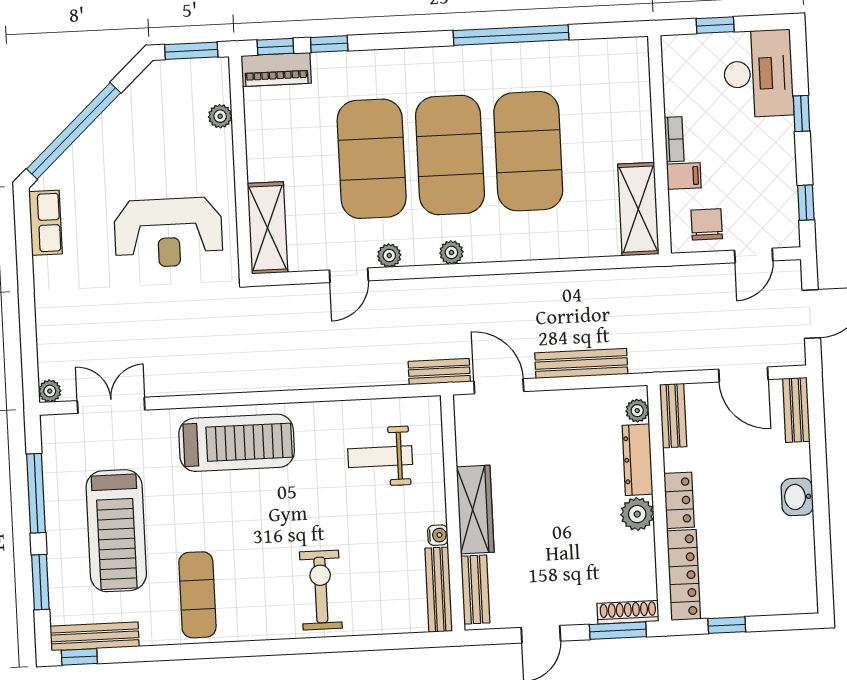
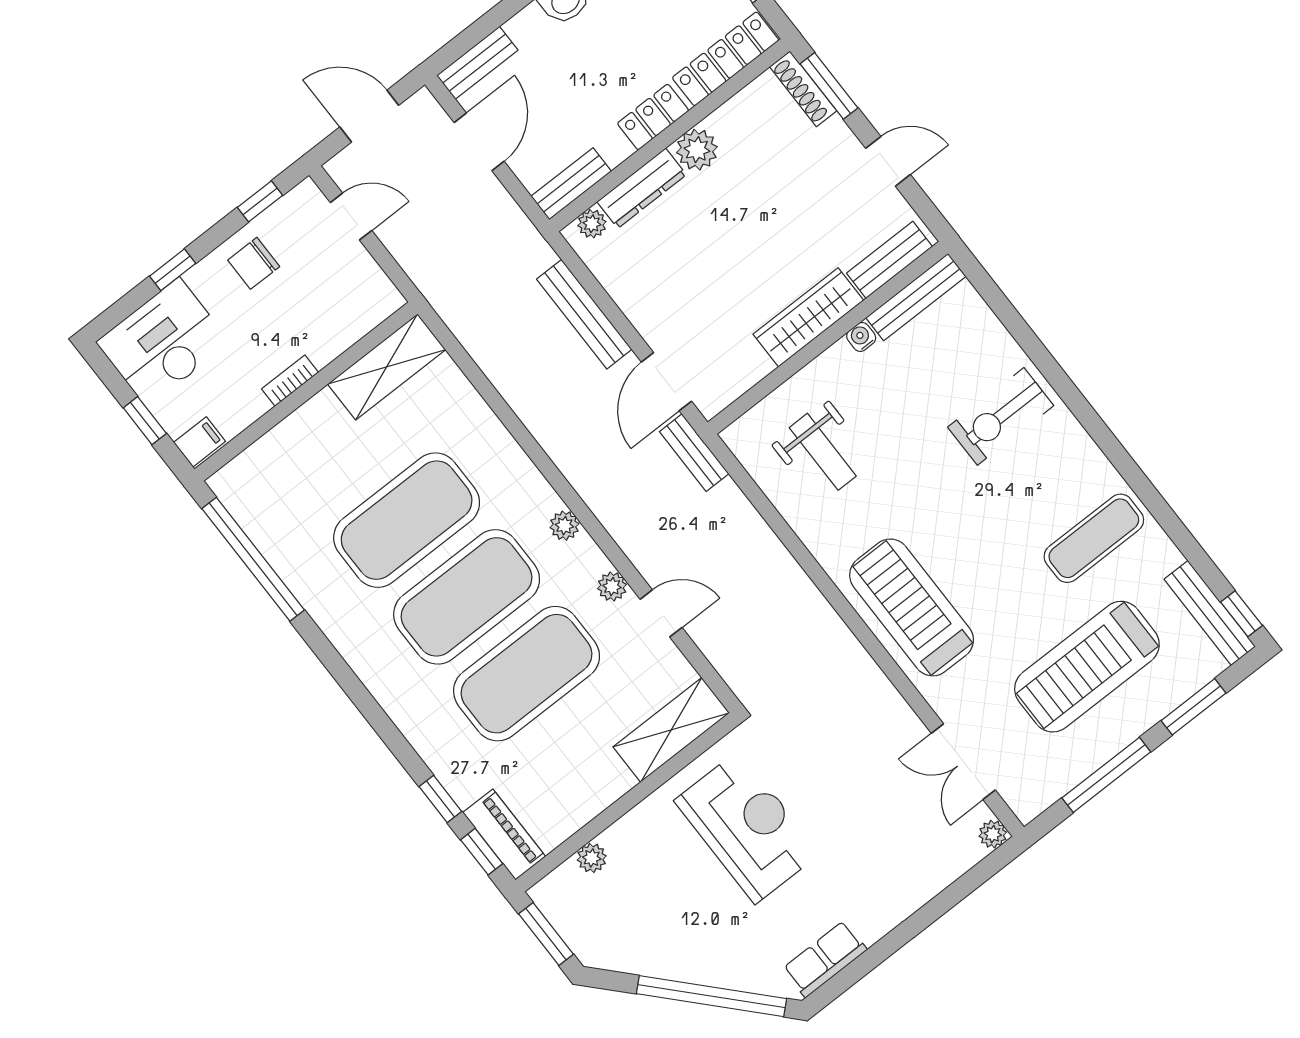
window: (511, 35) -> (253, 559), moved
filing cabinet: (684, 176) -> (200, 442), moved, turned 90
chair: (707, 224) -> (254, 263), moved
treadmill: (116, 531) -> (1087, 667), turned 180

